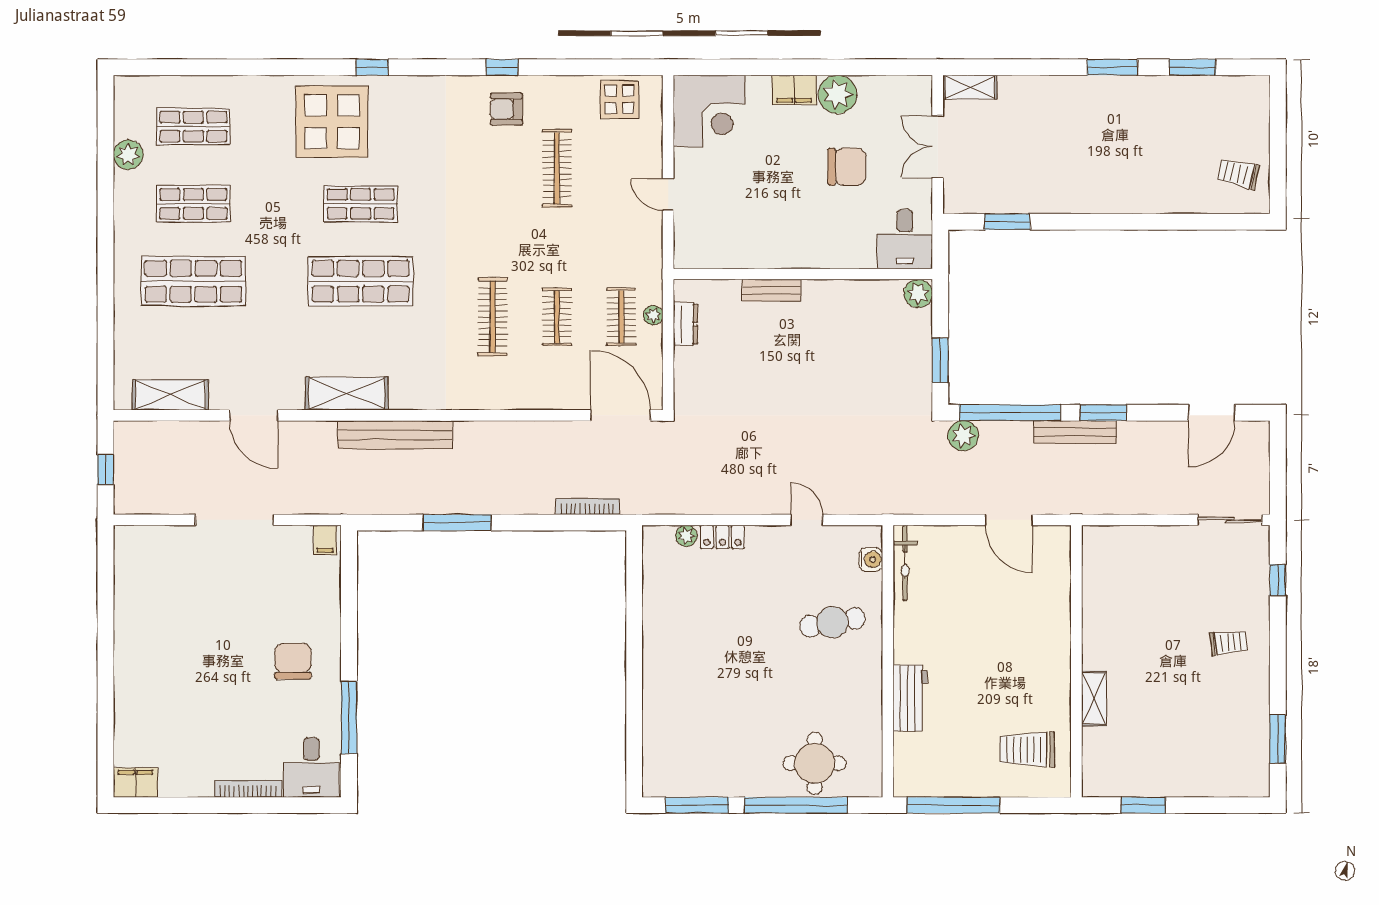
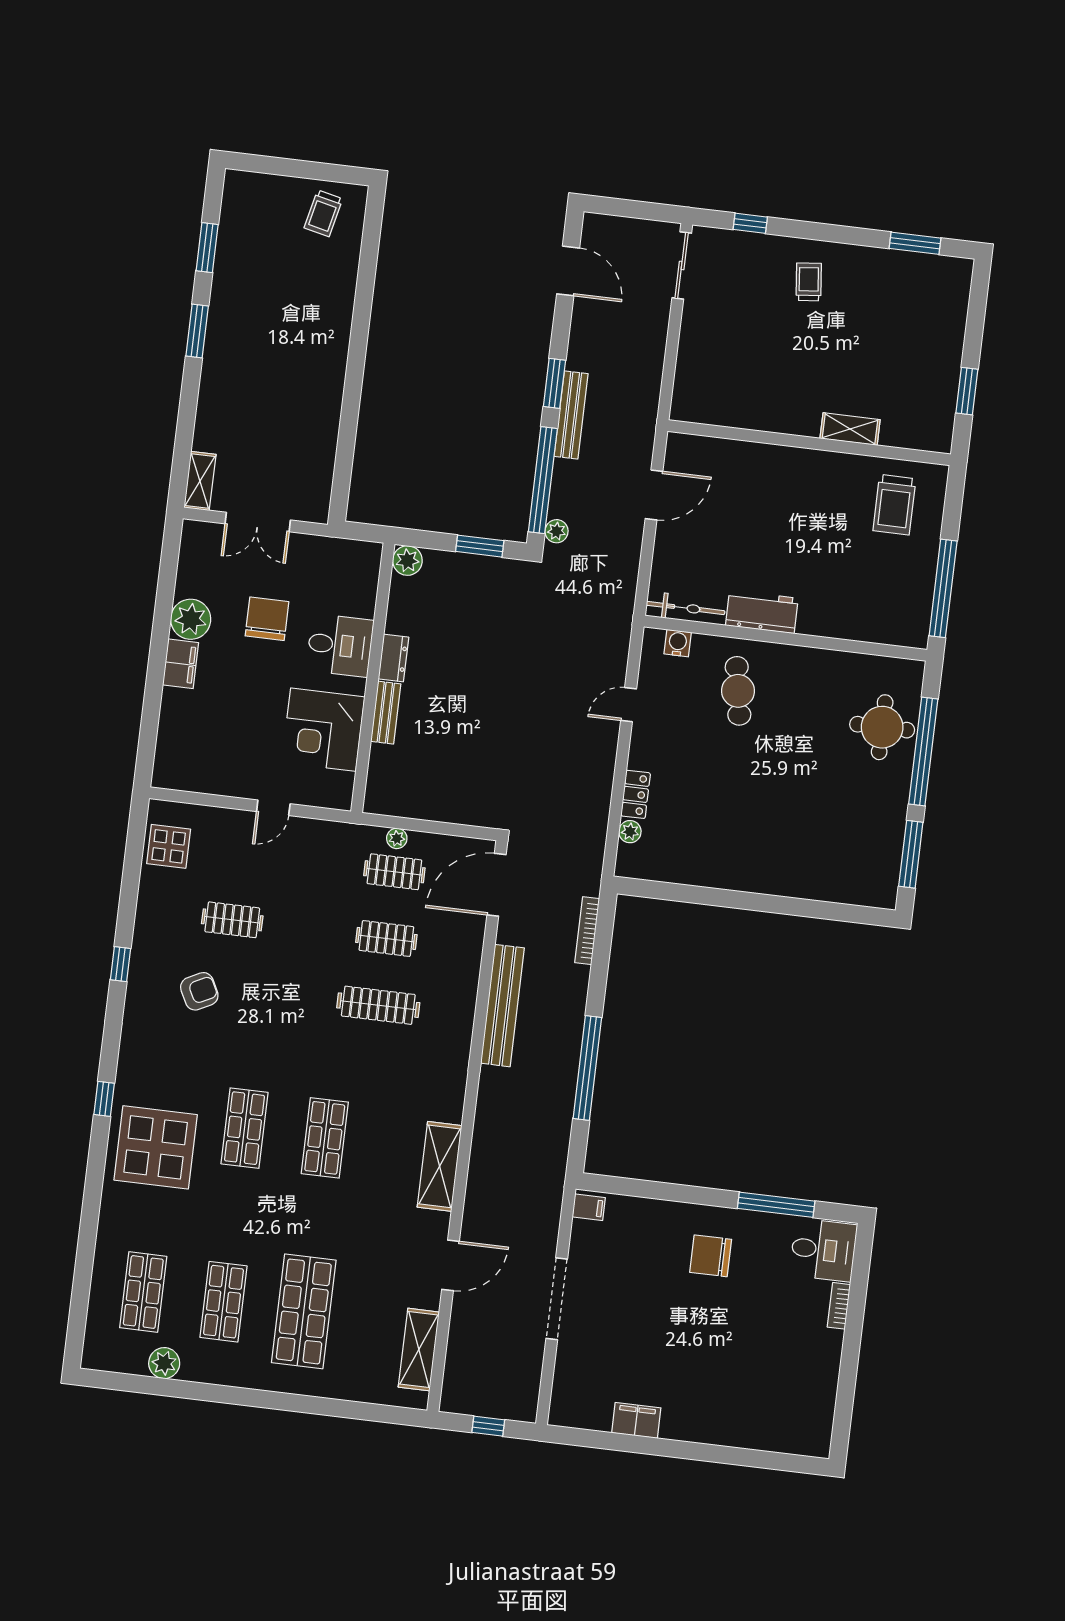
armchair: (506, 109) -> (199, 991), moved, turned -117
corner desk: (709, 111) -> (323, 730), moved, turned 180
clothes rail: (557, 168) -> (232, 920), width x0.73
window: (1007, 222) -> (344, 459), removed
desk: (905, 239) -> (340, 645), moved
shop shelf: (361, 281) -> (325, 1138), width x0.70, depth x0.74
dresser: (685, 324) -> (393, 658), moved, turned 90
bench: (395, 435) -> (502, 1006), moved
plant: (963, 436) -> (556, 531), width x0.73, depth x0.73
window: (457, 523) -> (587, 1068), width x1.46
workbench: (910, 698) -> (762, 612), moved
filing cabinet: (135, 783) -> (636, 1420), moved, turned 90
bookcase: (248, 789) -> (839, 1306), width x0.64

